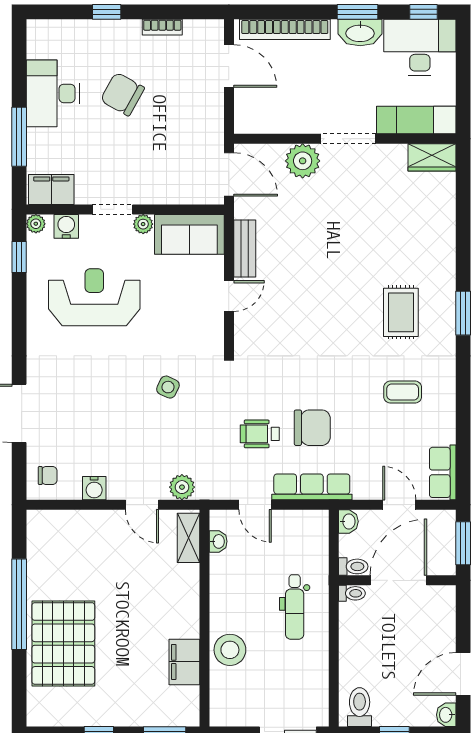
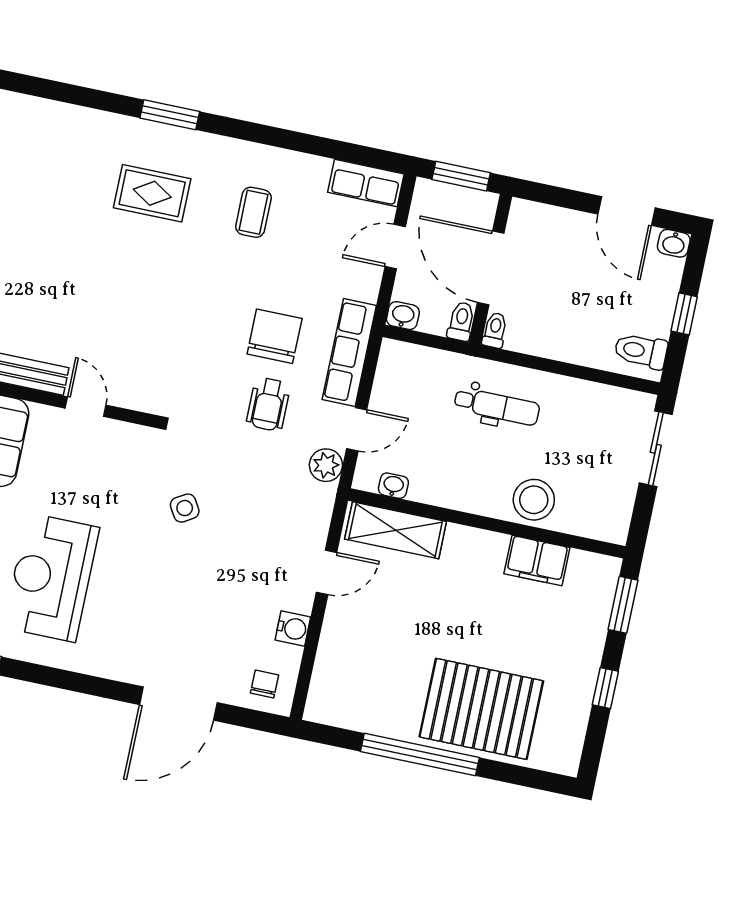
side table: (168, 387) -> (185, 508), turned 34
plant: (182, 487) -> (326, 465), moved
shelving: (189, 538) -> (396, 530), width x1.50, depth x1.33

